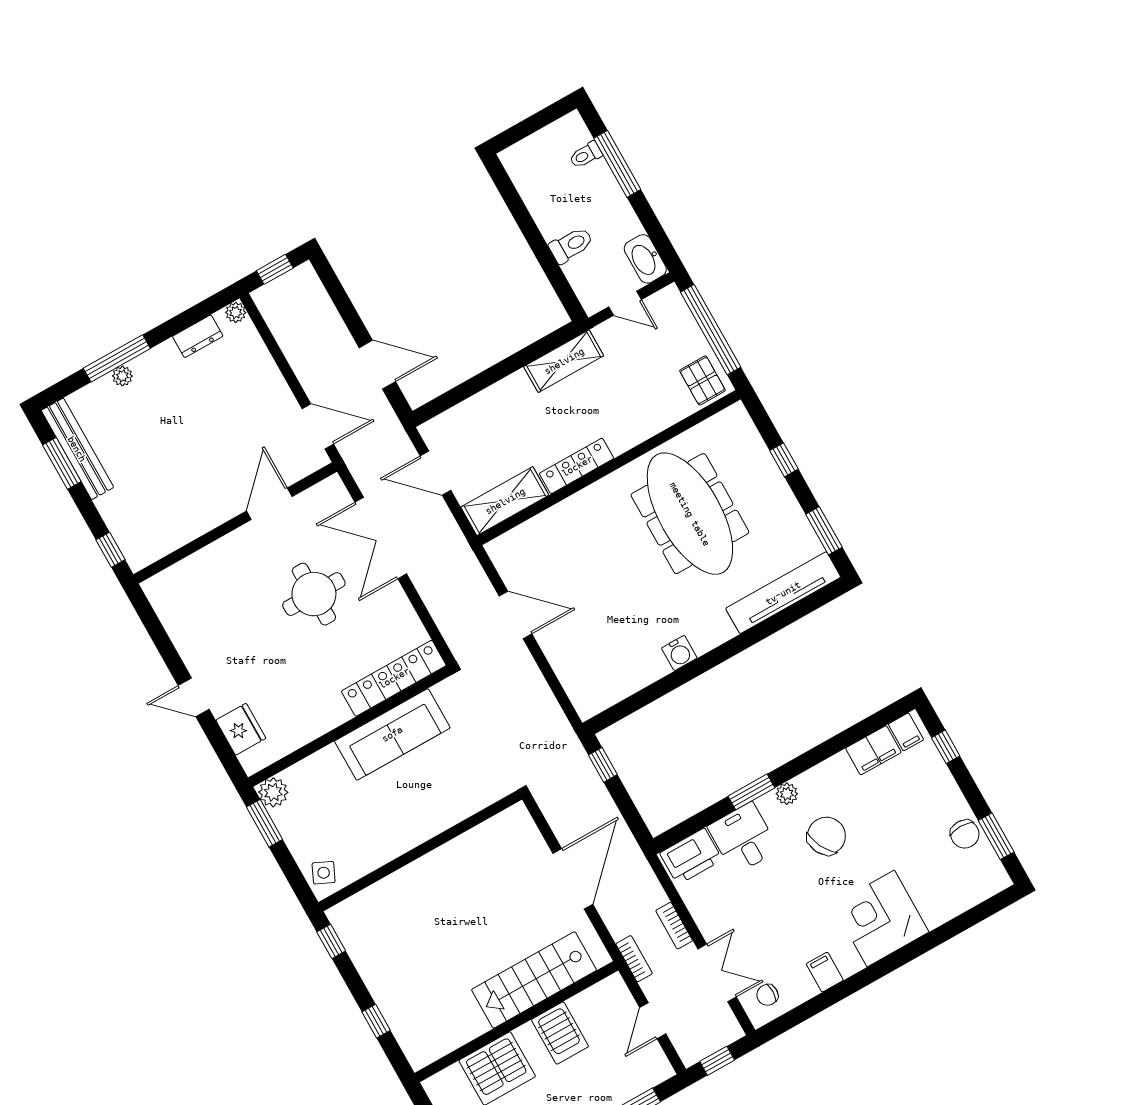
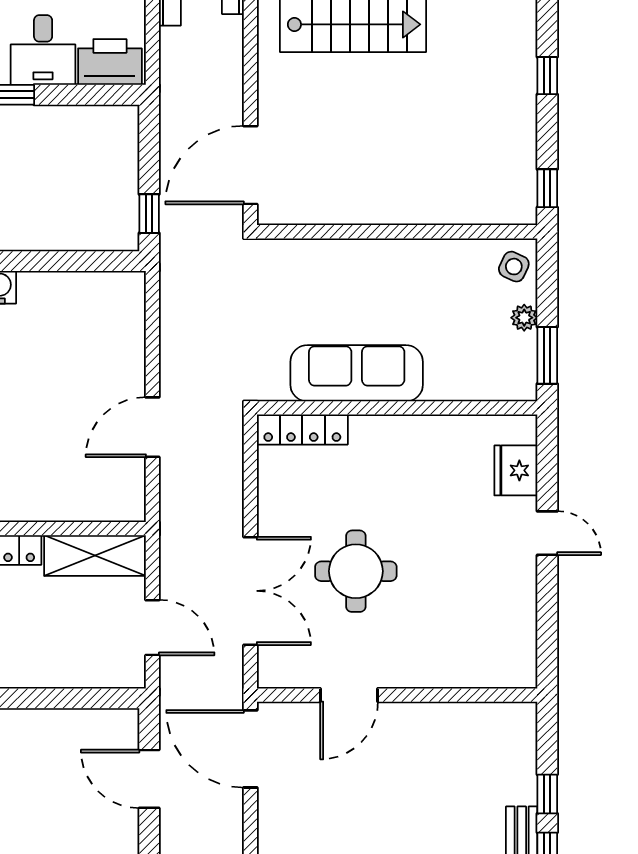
door: (318, 426) -> (250, 749), width x1.36
window: (110, 550) -> (547, 794), moved
door: (515, 615) -> (152, 427), hinge flipped
locker: (394, 678) -> (302, 430), width x0.71, depth x0.83
plant: (273, 792) -> (524, 318), moved, width x0.73, depth x0.73
door: (573, 879) -> (250, 165), moved

